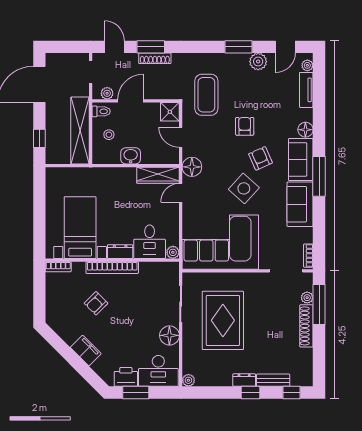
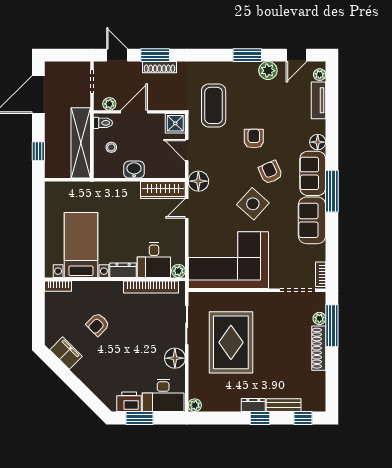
bookcase: (112, 268) -> (151, 287), moved
filing cabinet: (86, 351) -> (66, 353), moved

